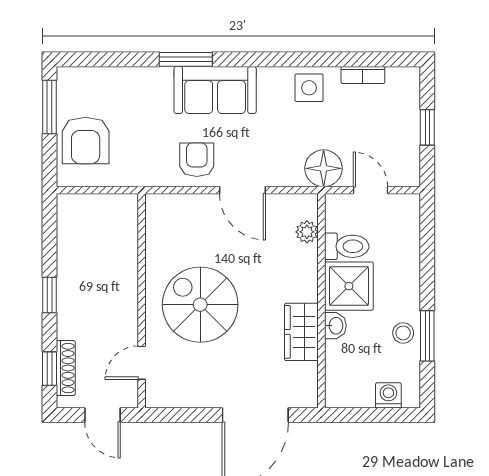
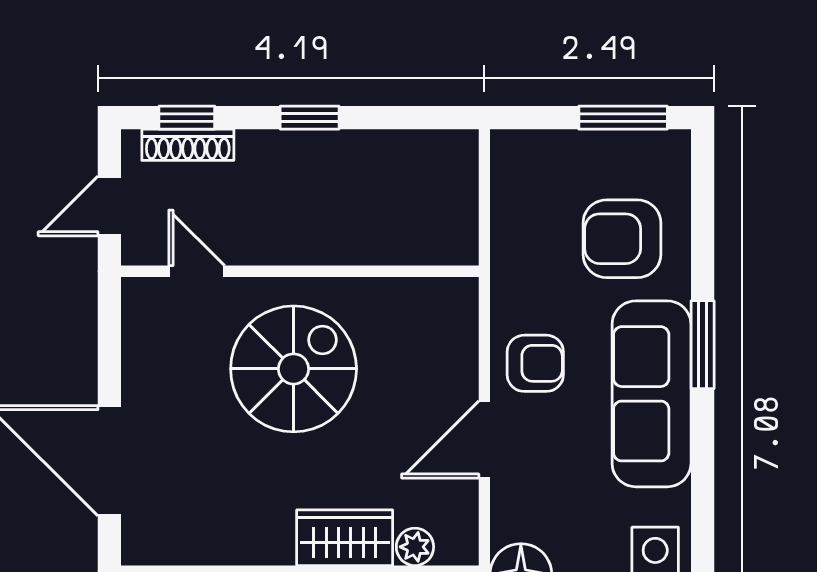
sofa: (215, 90) -> (652, 394), width x1.36
armchair: (86, 141) -> (622, 239), moved
wardrobe: (301, 332) -> (345, 538), moved

